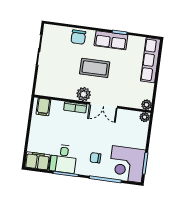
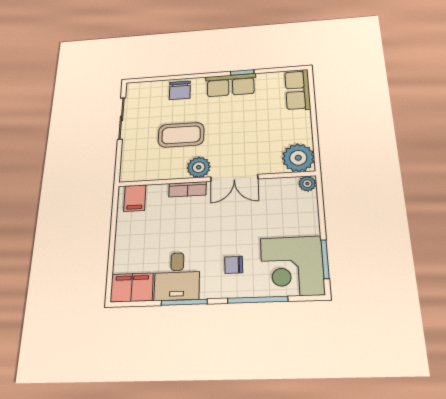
row of seats: (150, 60) -> (298, 90), width x0.68
coffee table: (95, 68) -> (181, 135), moved
plant: (147, 105) -> (298, 158), width x1.87, depth x1.87

